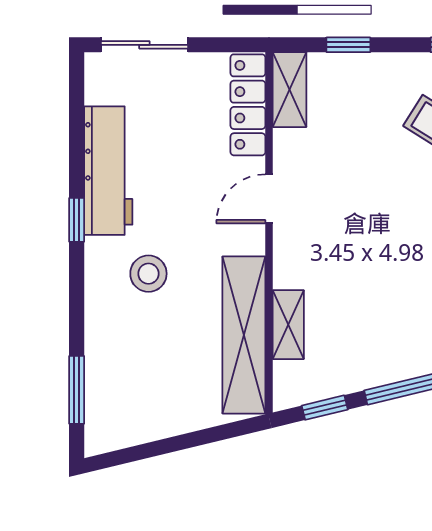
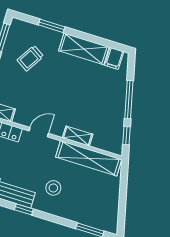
door: (269, 199) -> (39, 132), swing flipped
shelving: (288, 325) -> (78, 136), moved

